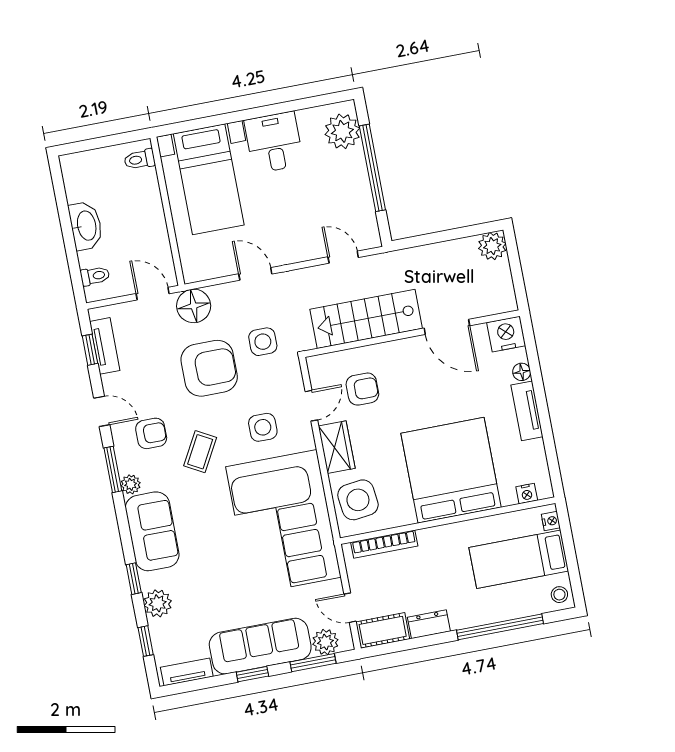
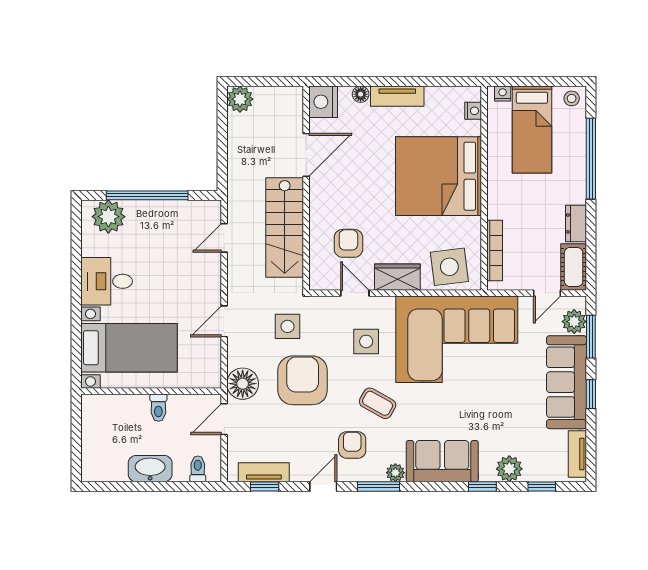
toilet: (140, 159) -> (158, 408), moved

